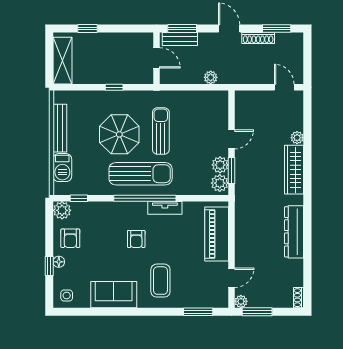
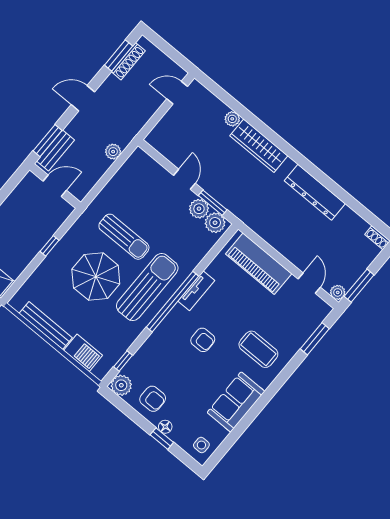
shoe rack: (258, 38) -> (128, 61), moved
sun lounger: (161, 131) -> (124, 237), turned 180

